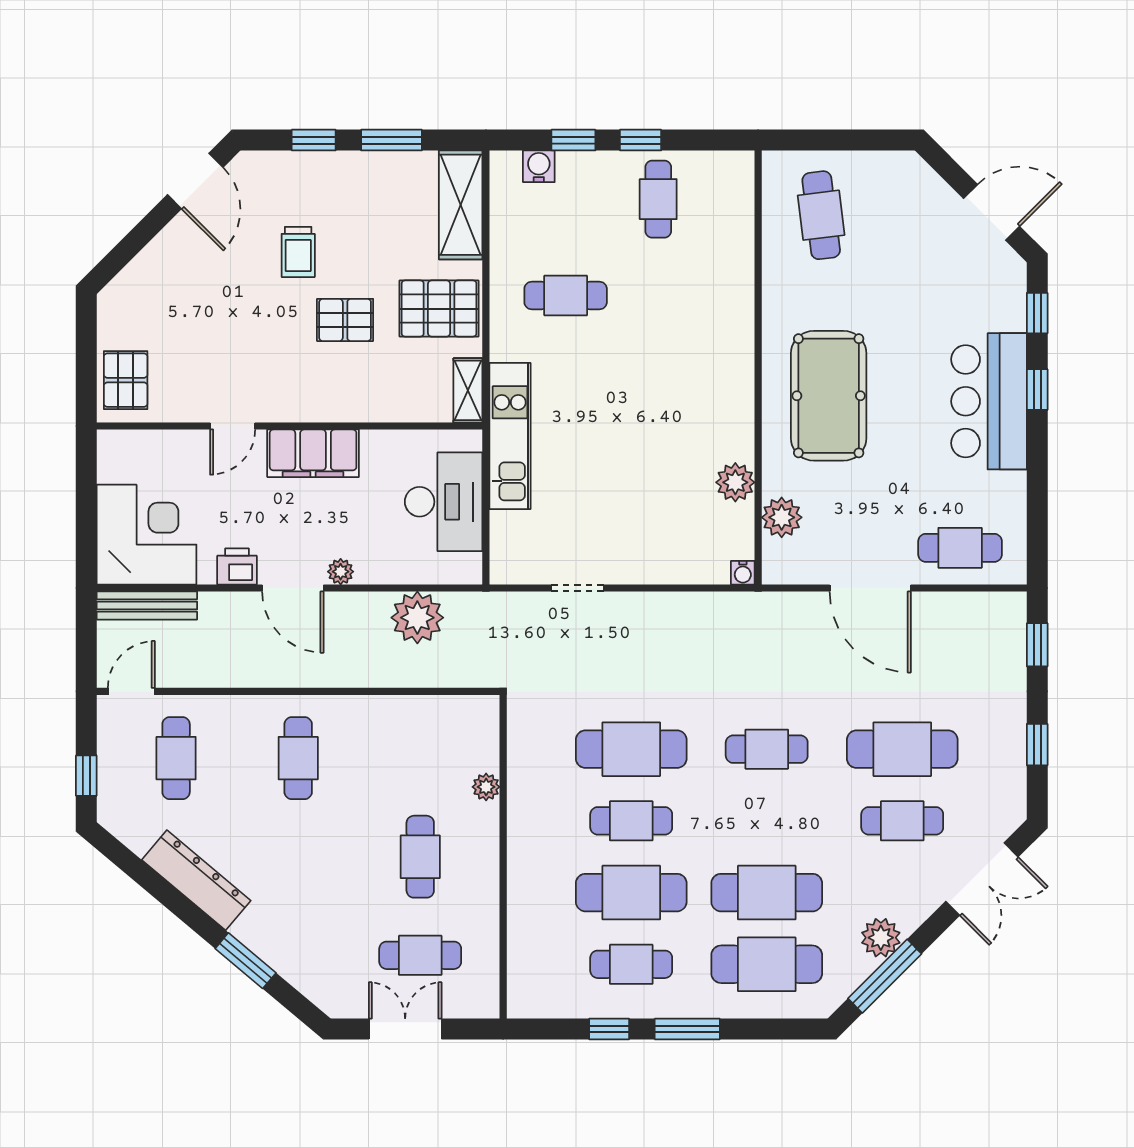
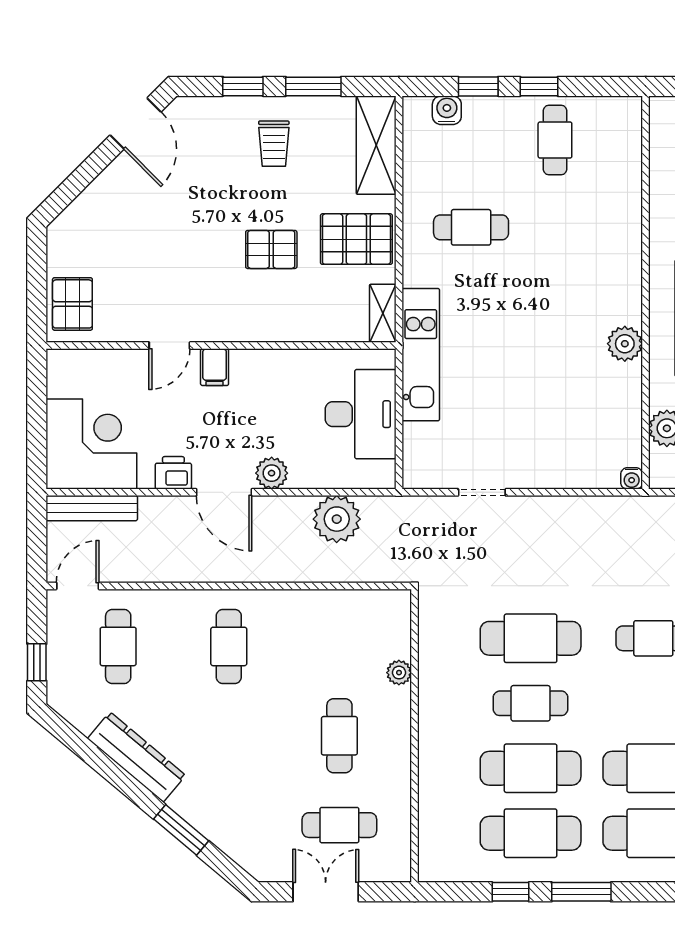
trolley: (298, 252) -> (274, 144), moved
filing cabinet: (313, 453) -> (215, 367), width x0.33, depth x0.86
plant: (735, 482) -> (625, 344), moved
plant: (341, 572) -> (272, 473), width x1.38, depth x1.38
cafe table: (631, 964) -> (531, 833), width x1.37, depth x1.35

